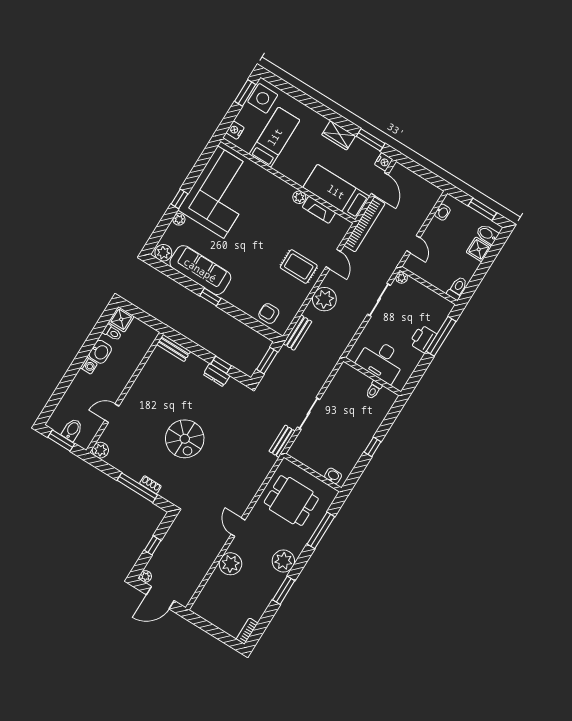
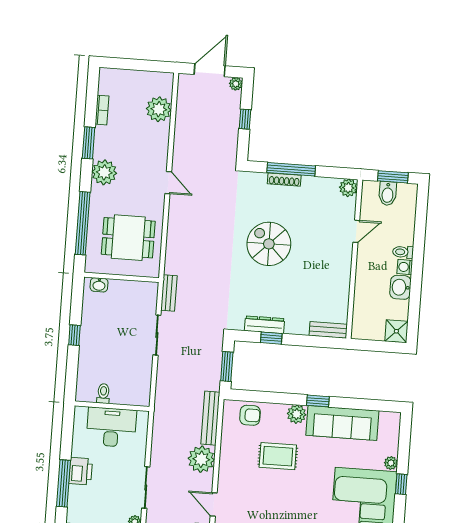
plant: (163, 253) -> (297, 414), moved
rug: (299, 267) -> (278, 456), moved
toilet: (112, 333) -> (403, 252), moved
bench: (297, 333) -> (210, 418), width x1.36
dresser: (216, 375) -> (265, 325), width x1.44
shoe rack: (150, 485) -> (284, 180), width x1.43
window: (321, 530) -> (83, 223), width x1.46
plant: (230, 564) -> (159, 109), moved
bookcase: (247, 631) -> (102, 110), moved

